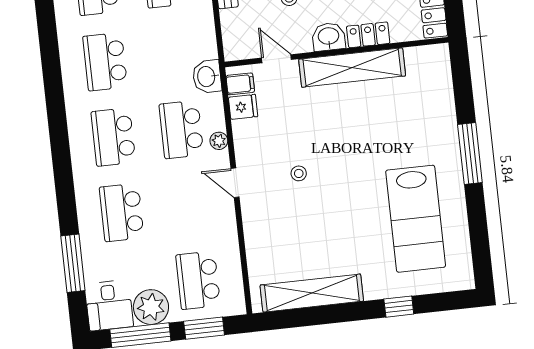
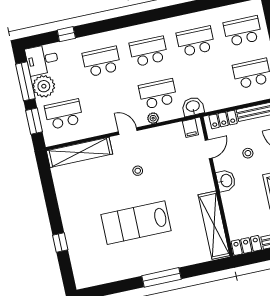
locker: (368, 35) -> (223, 119), moved, turned 90
shelving: (352, 68) -> (214, 225), moved
fridge: (243, 107) -> (176, 131), removed
door: (235, 183) -> (128, 131), hinge flipped
lab bench: (416, 219) -> (136, 223), moved
window: (73, 263) -> (66, 34), width x0.46
shelving: (312, 293) -> (79, 152), moved, turned 90

